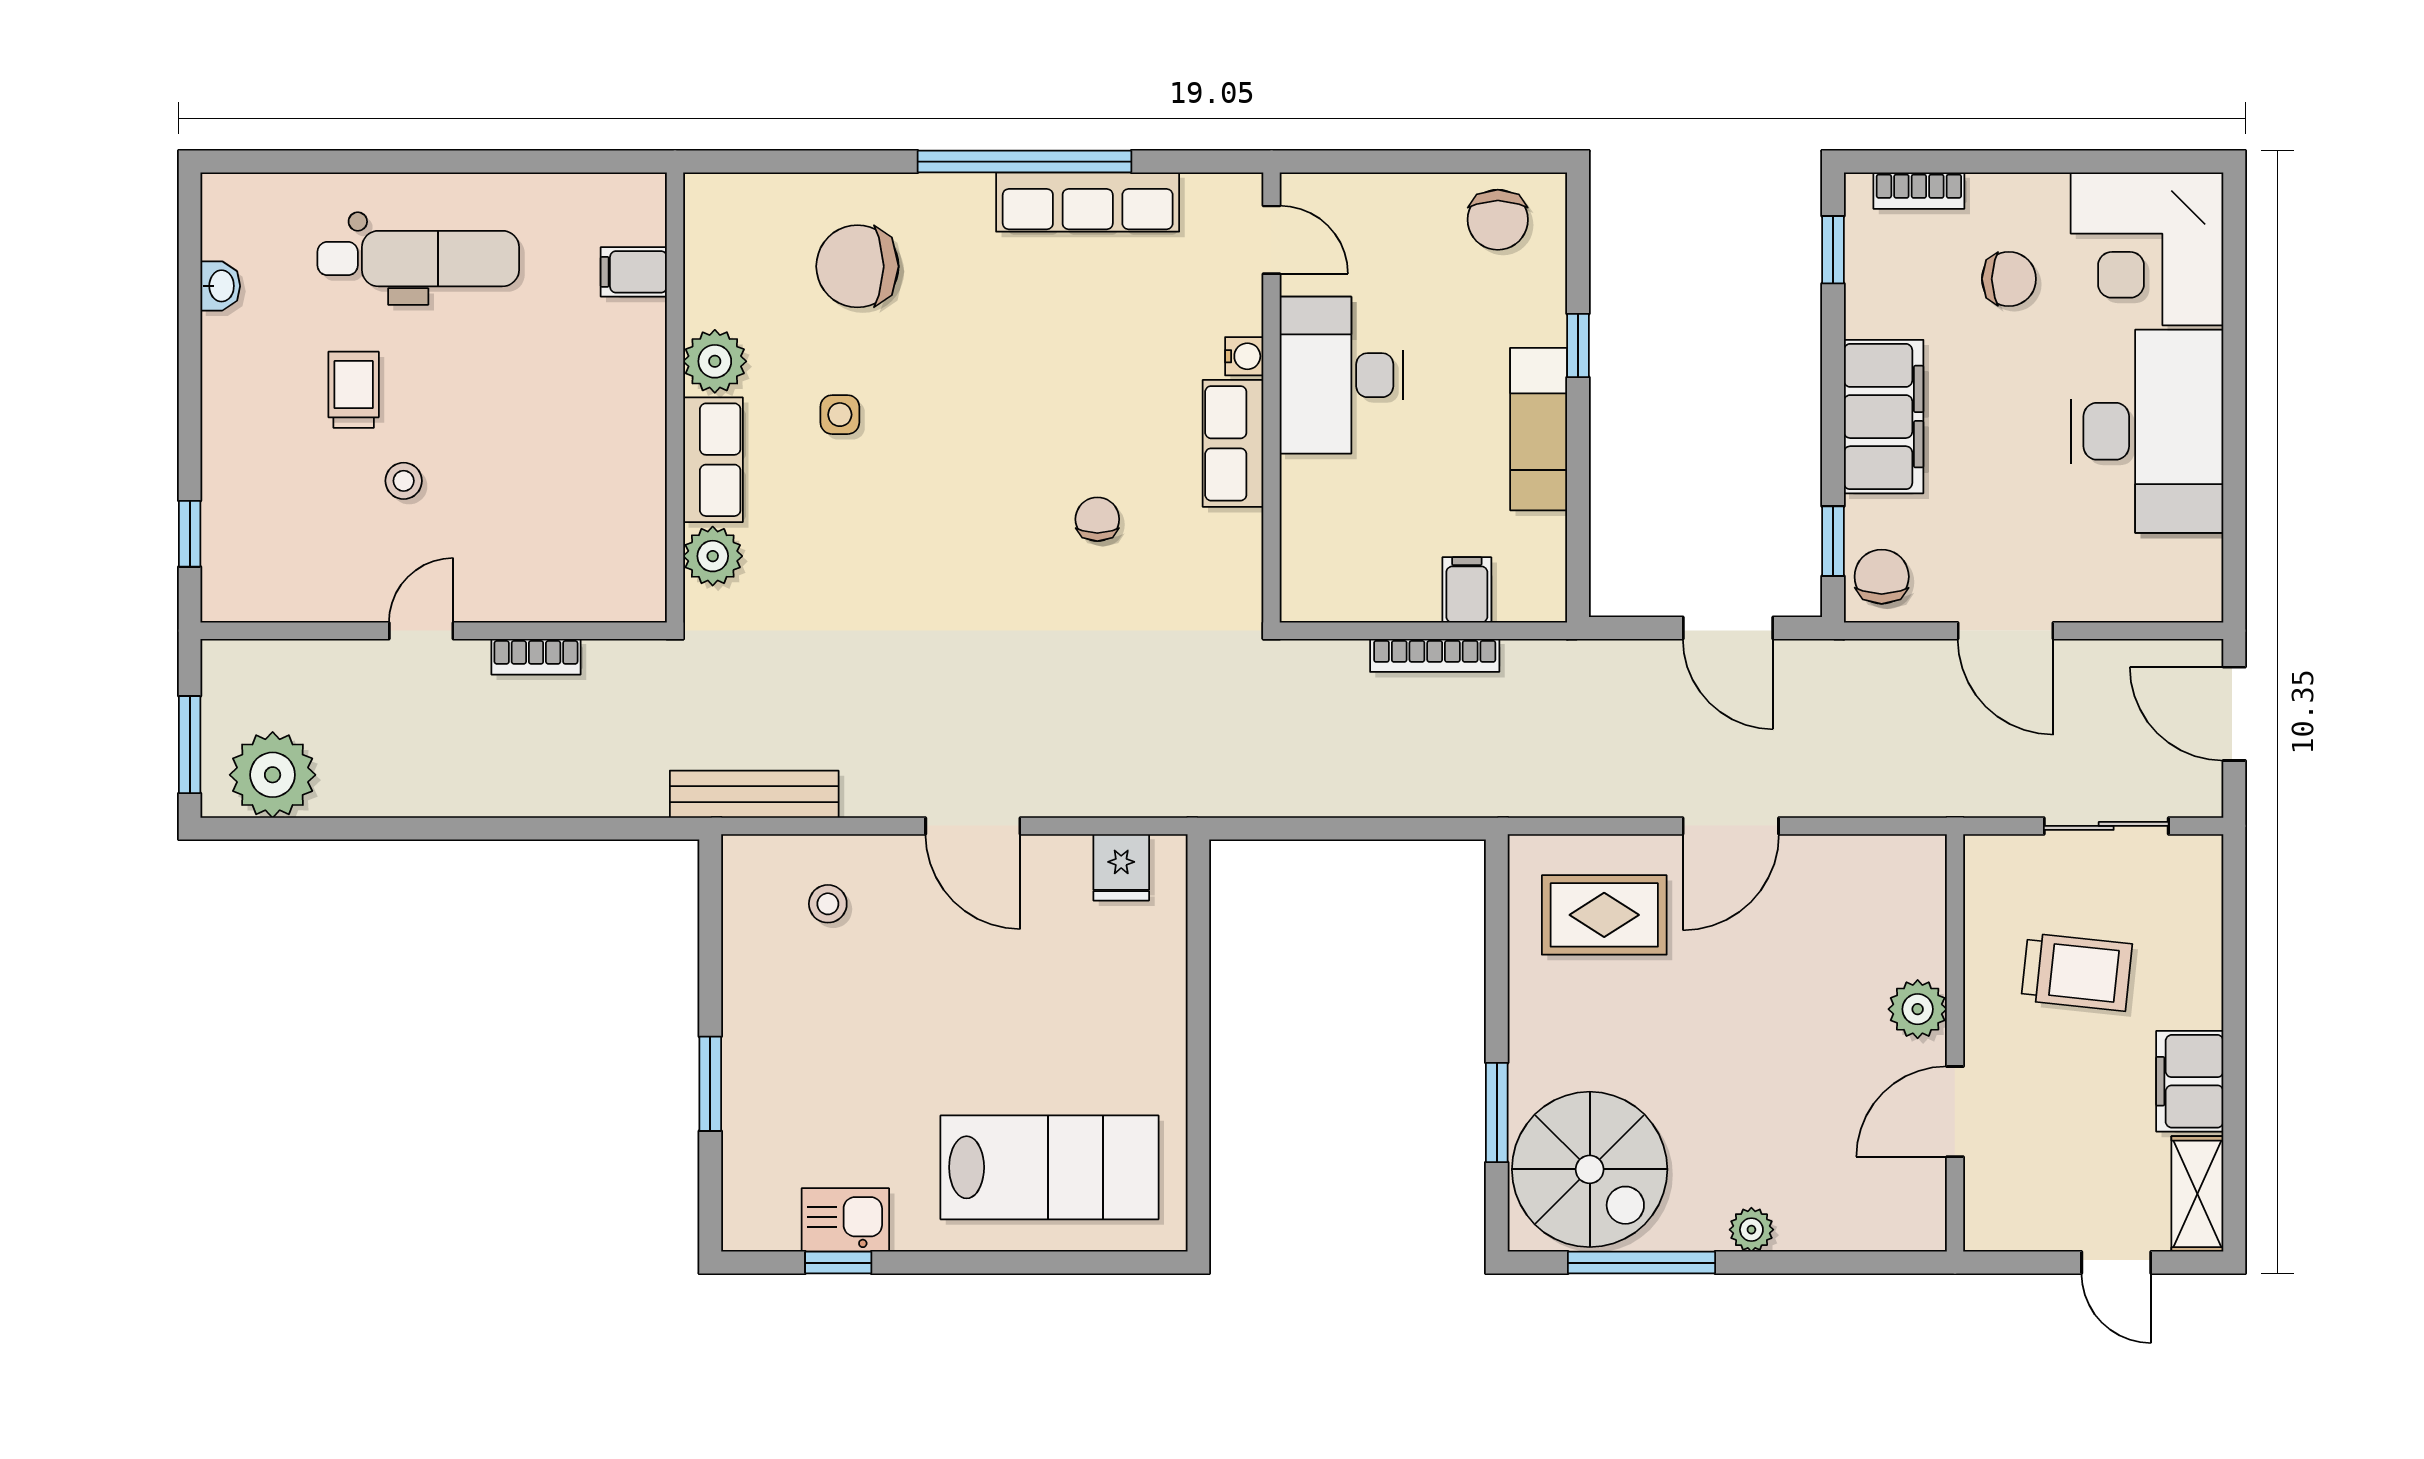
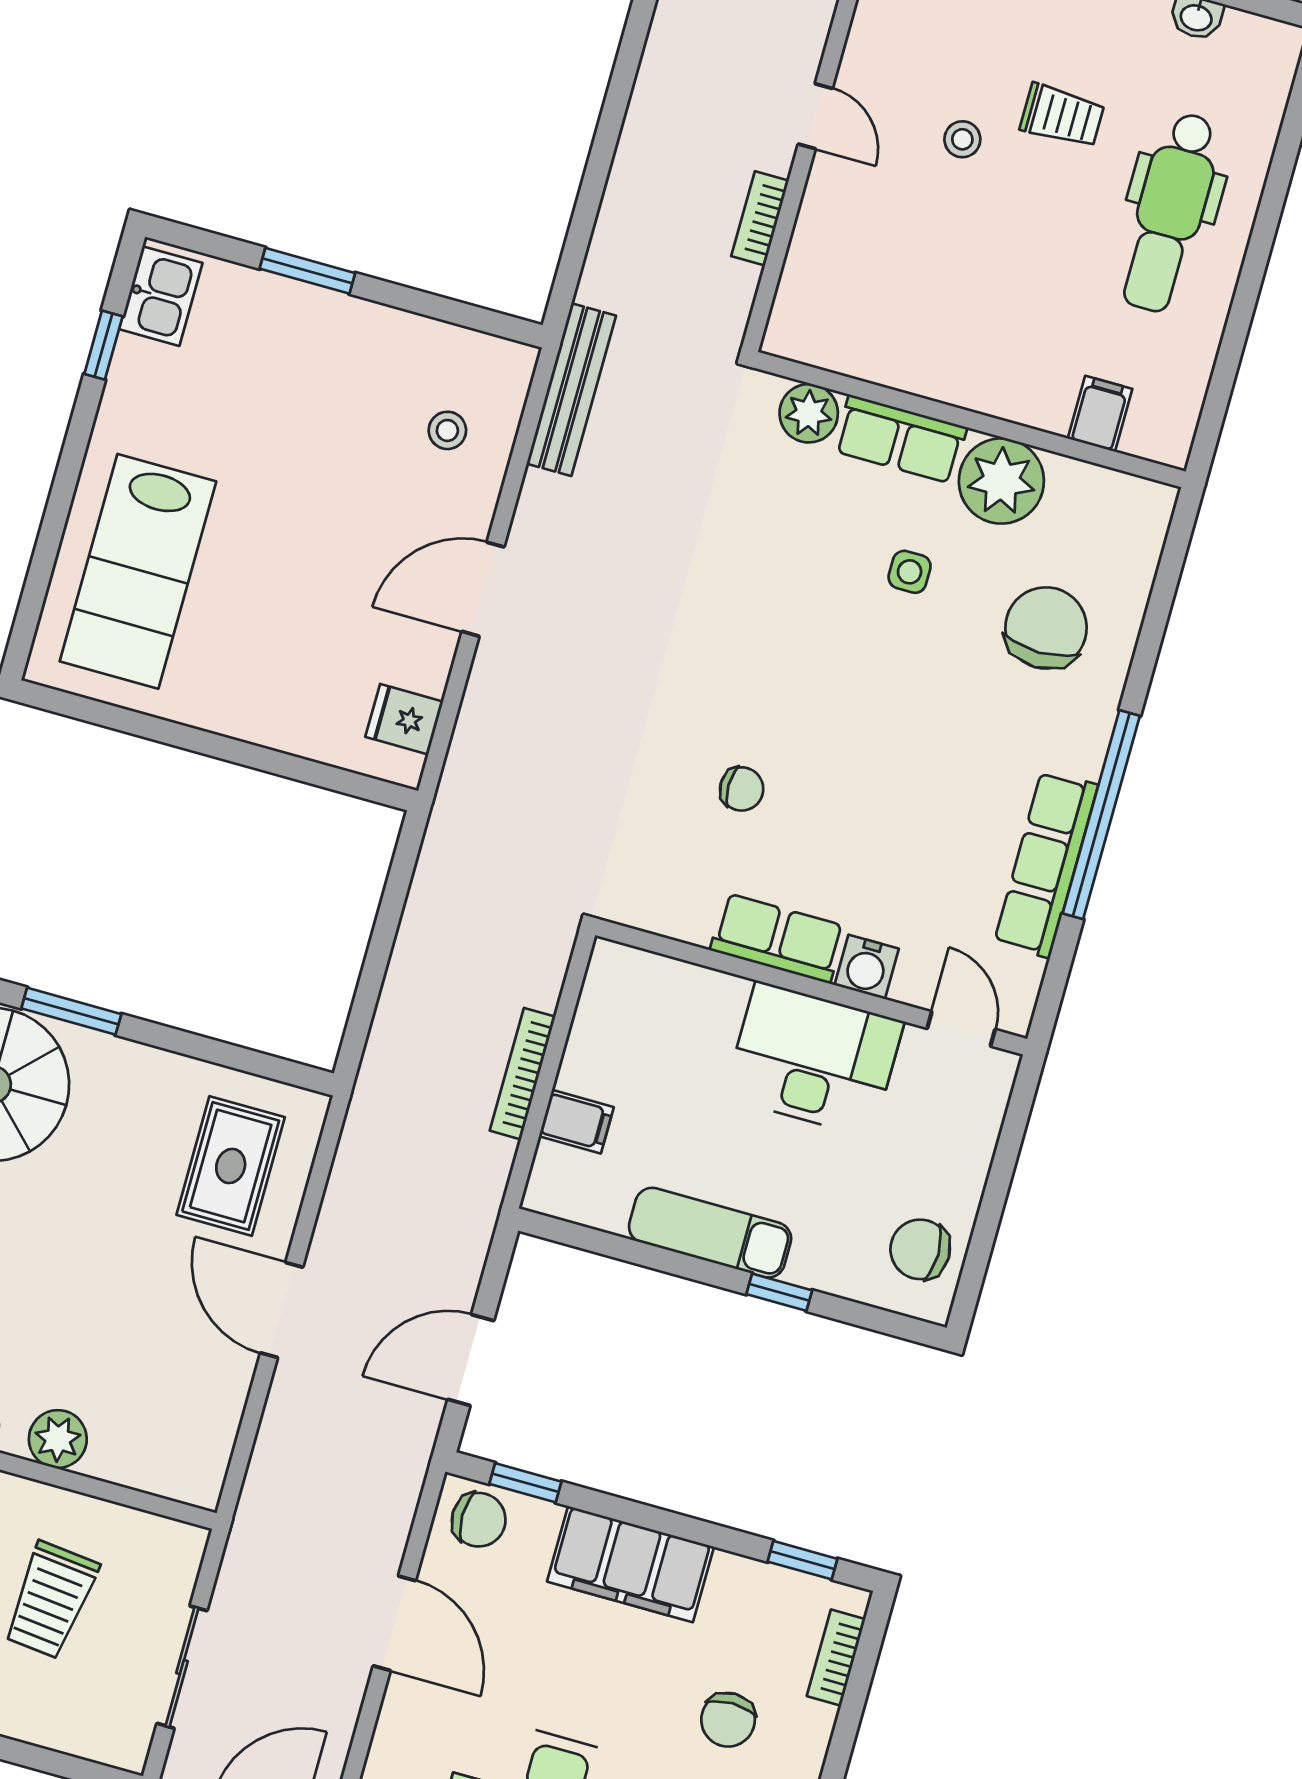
door: (1272, 240) -> (961, 1029), swing flipped
water cooler: (1244, 356) -> (867, 967), width x1.38, depth x1.38
plant: (715, 361) -> (1001, 481), width x1.36, depth x1.36
door: (2006, 631) -> (394, 1623), swing flipped
kitchen sink: (845, 1220) -> (161, 296), moved

